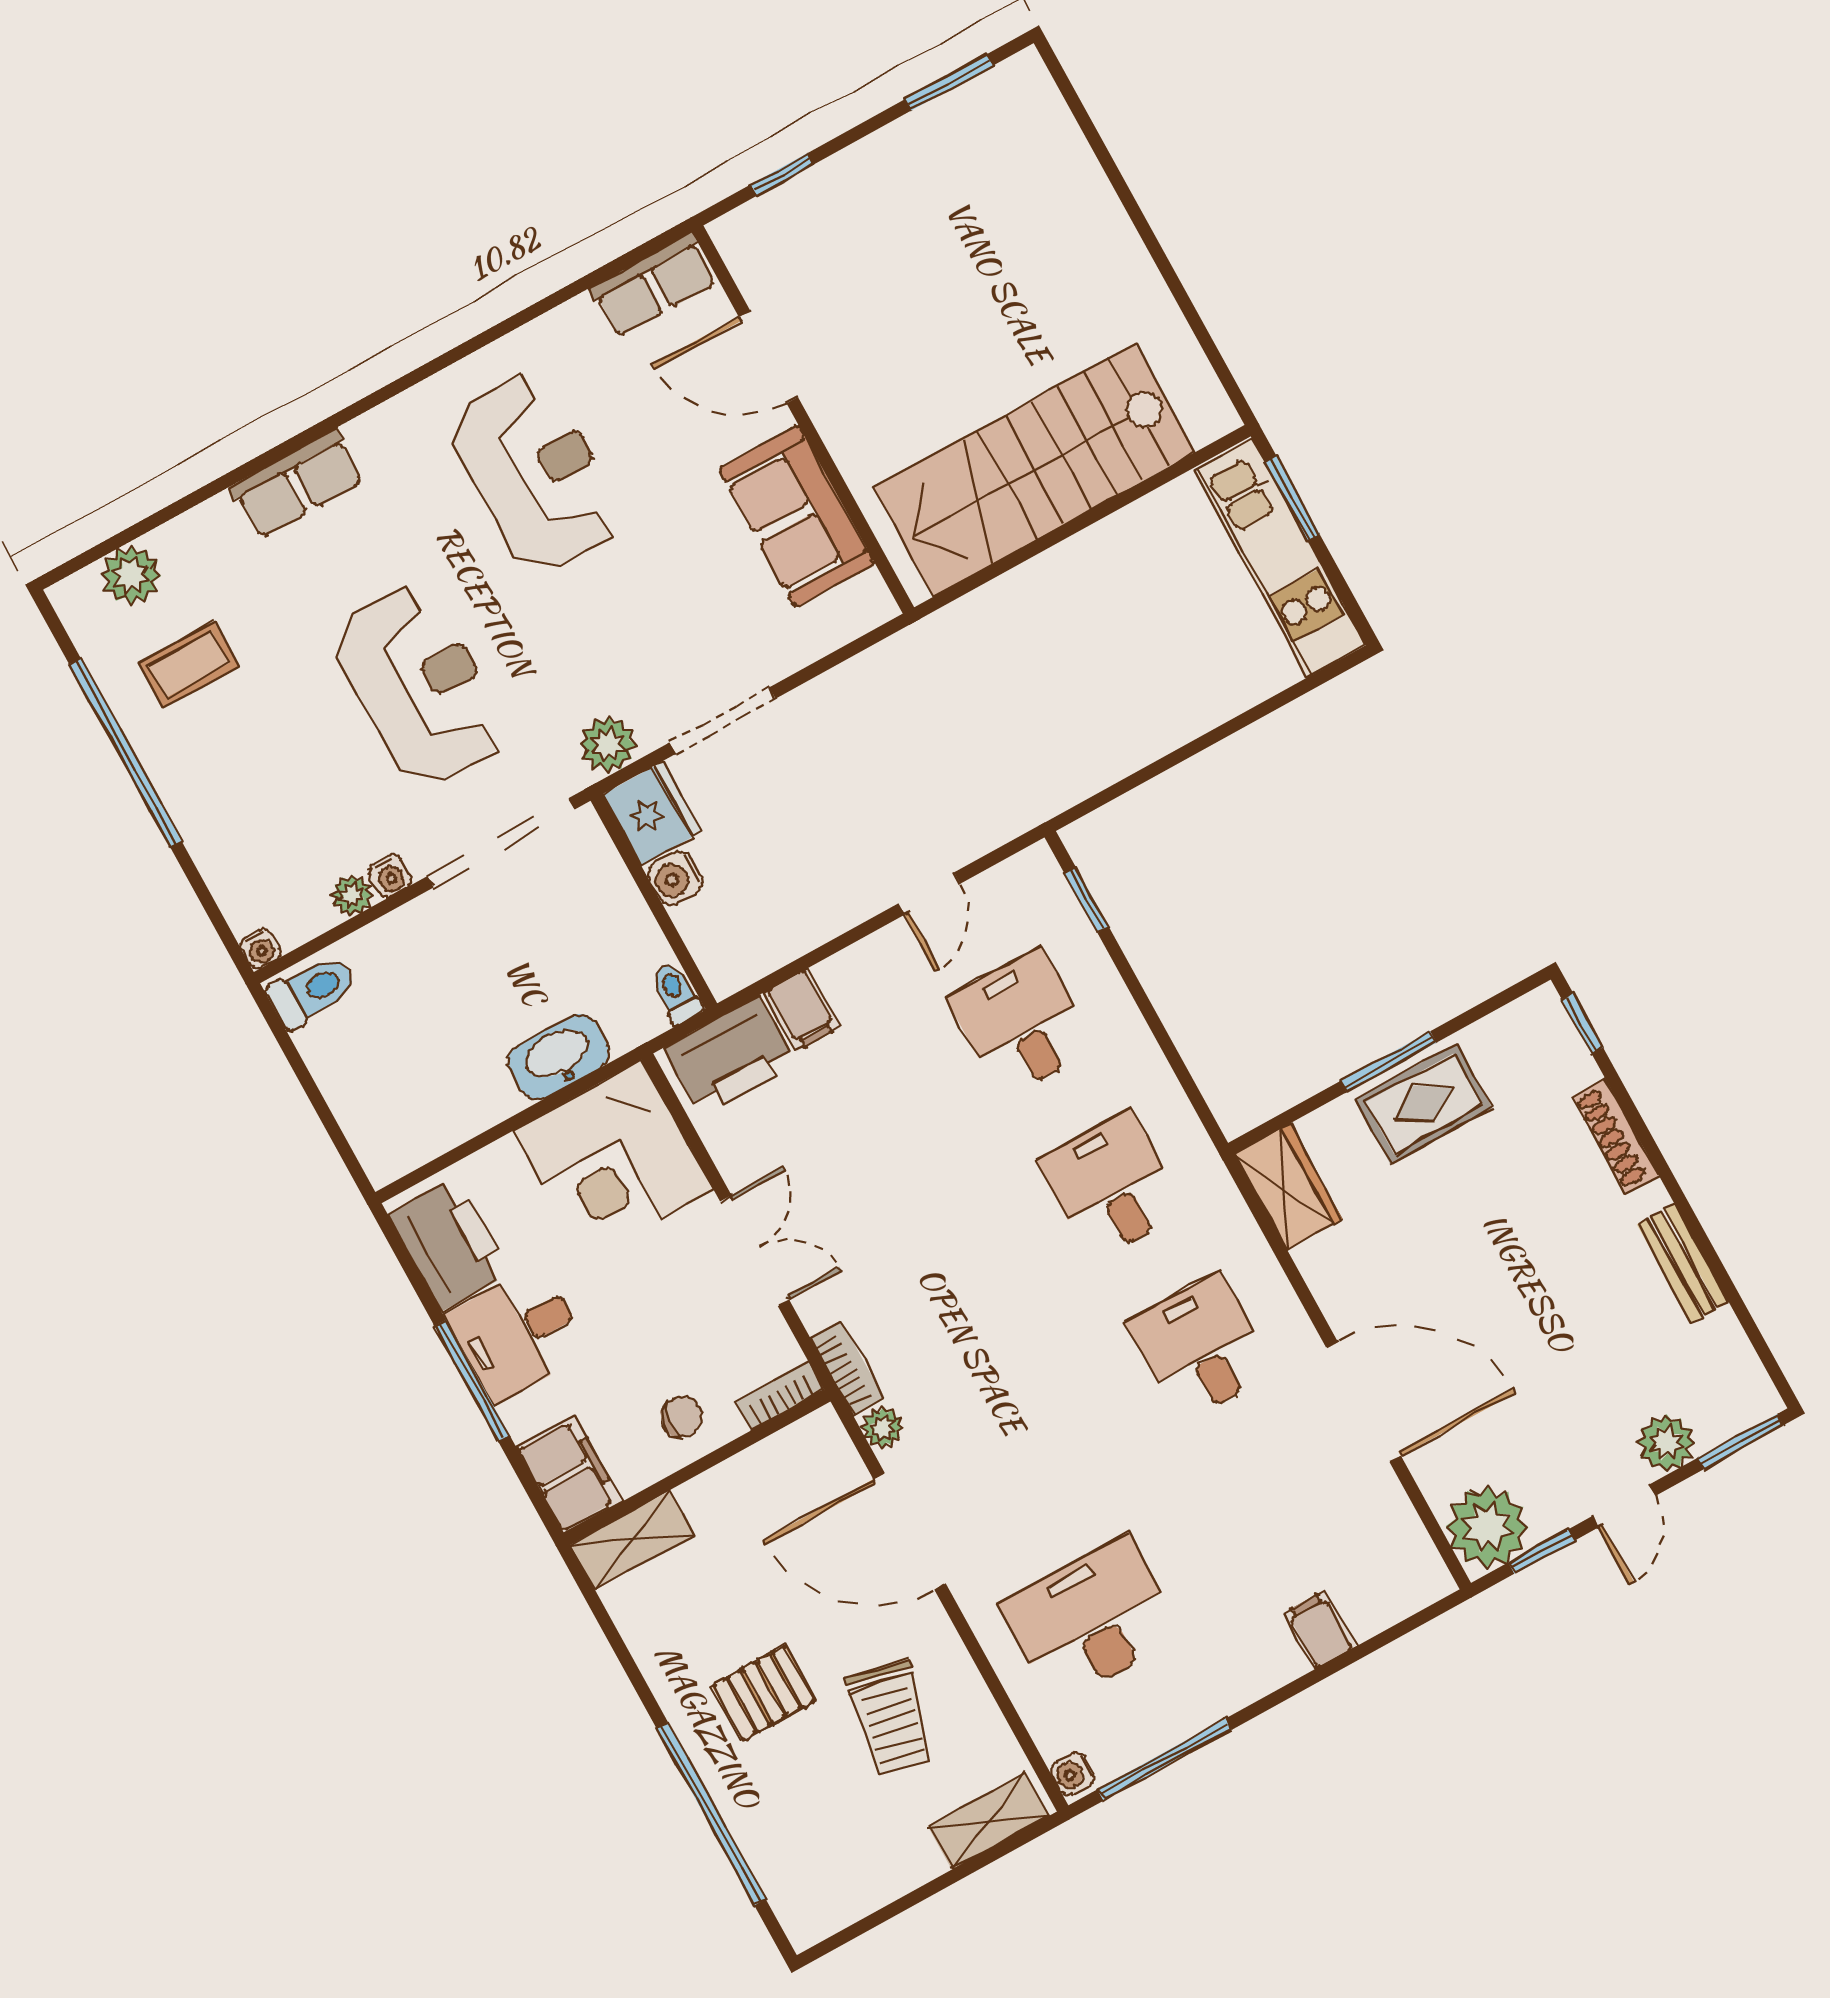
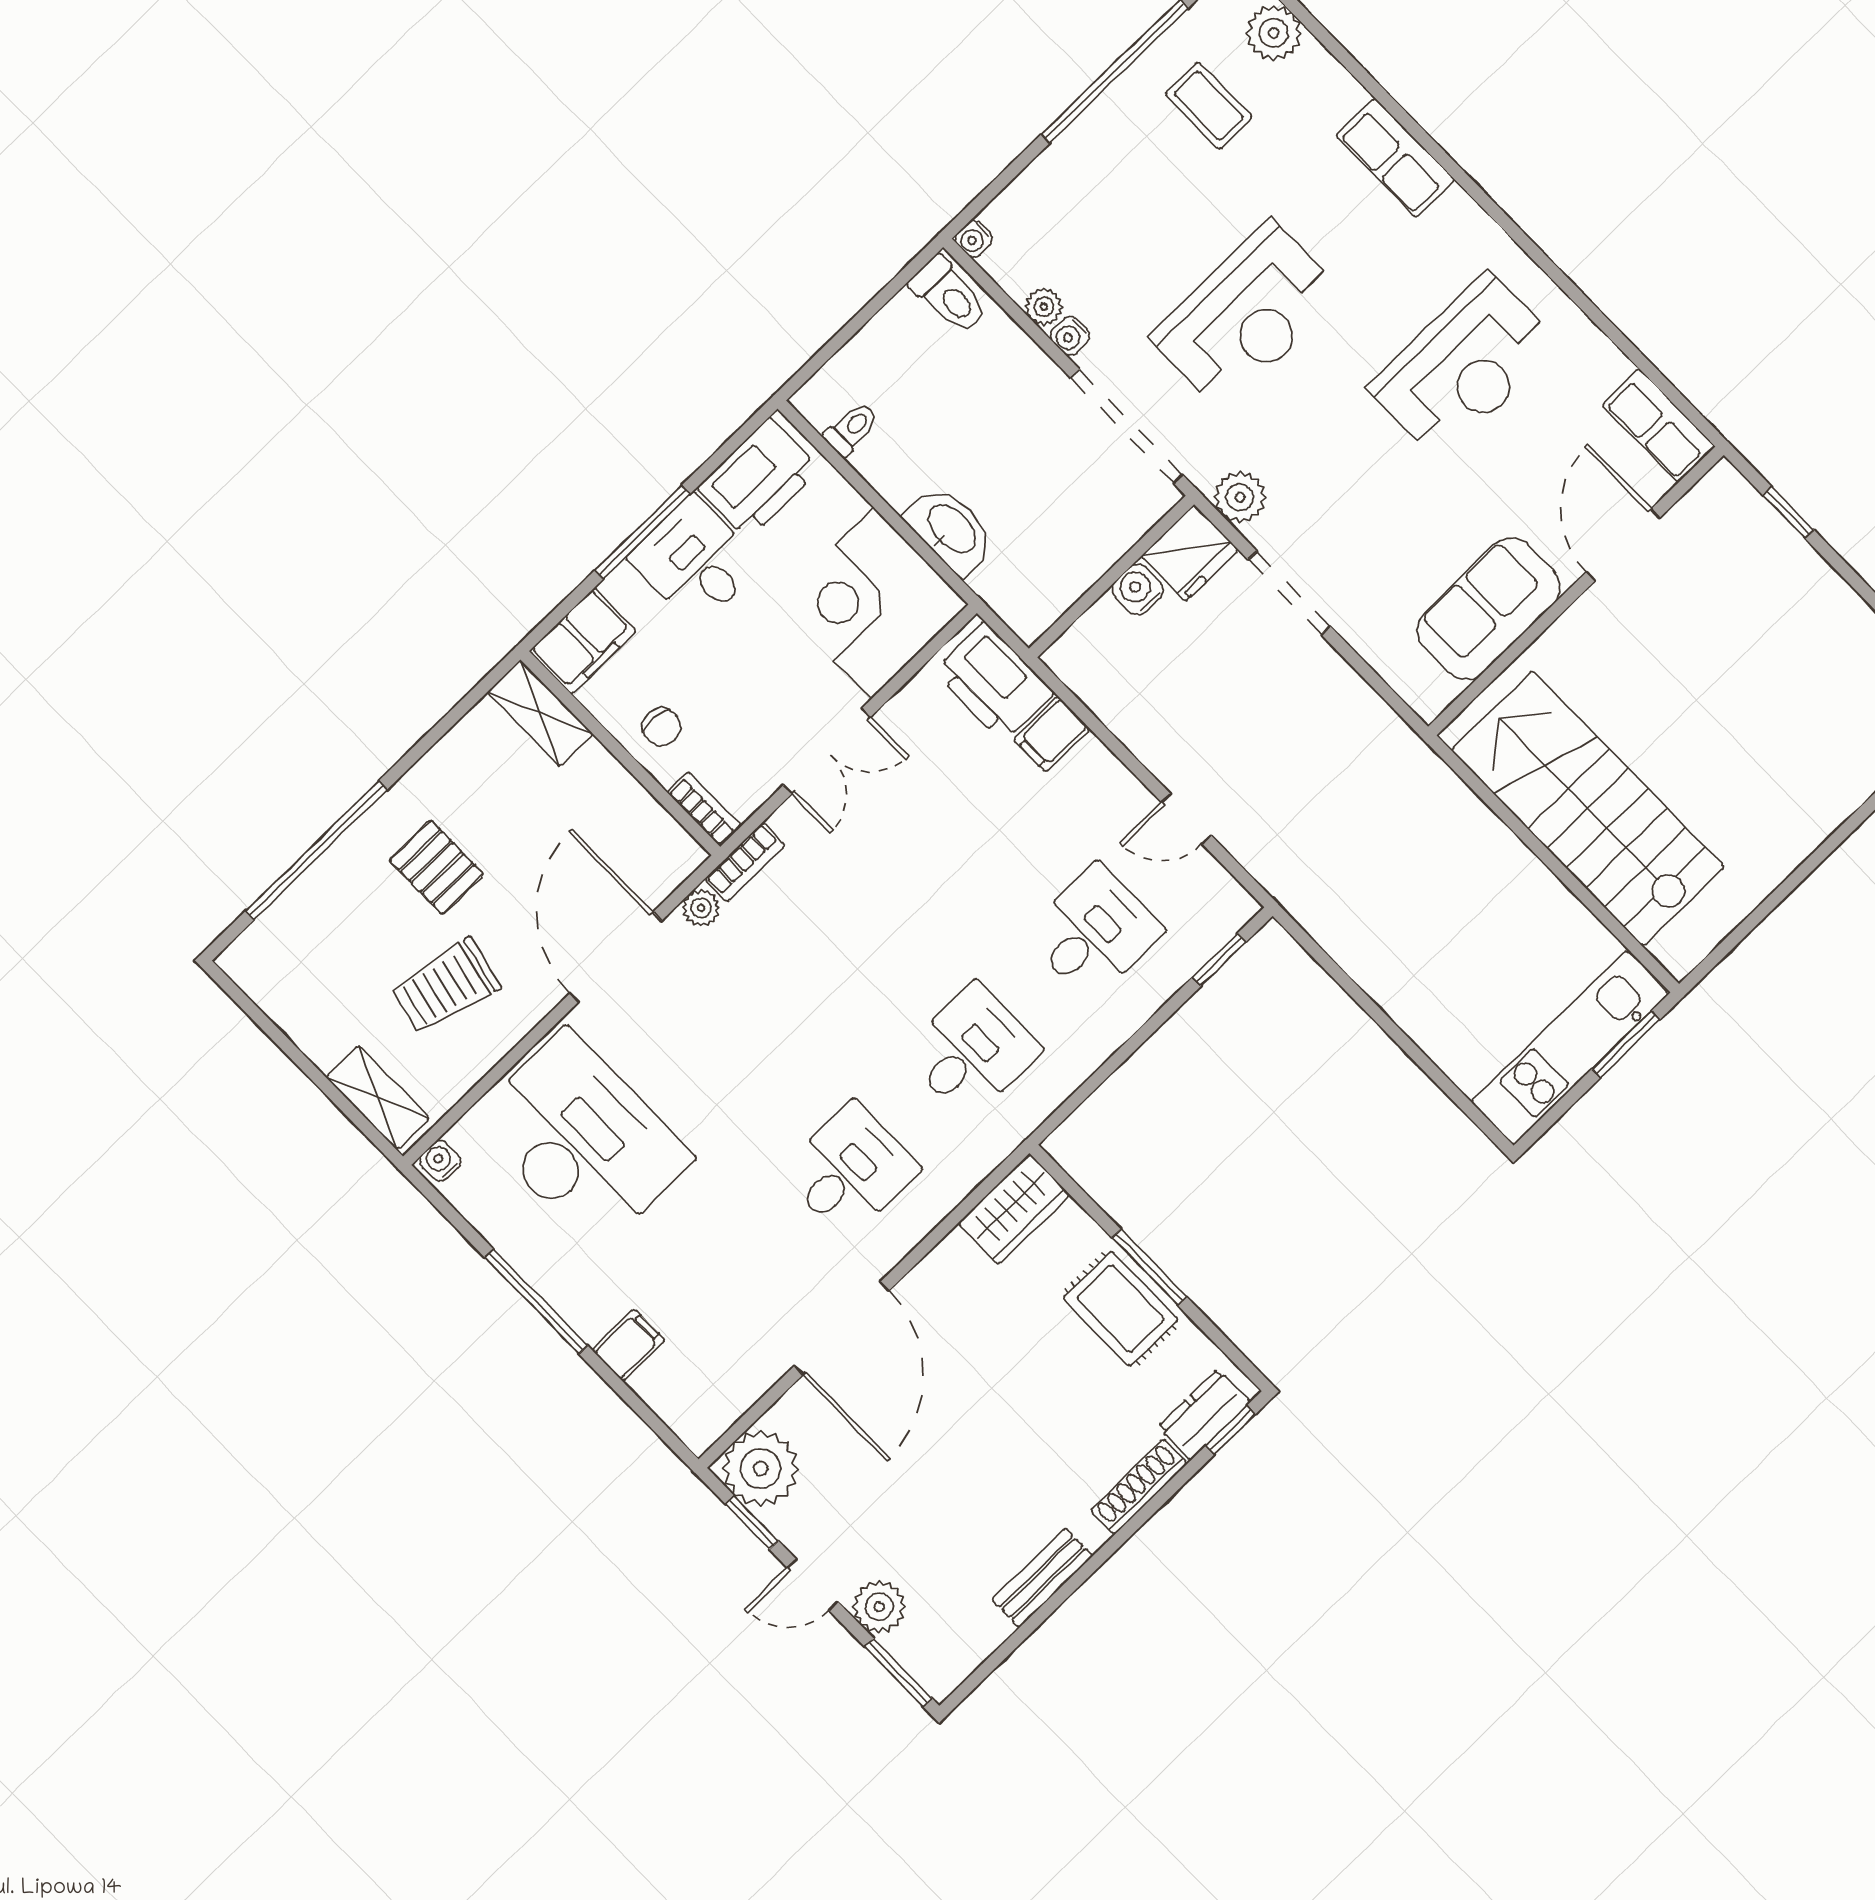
toilet: (676, 993) -> (852, 429), moved
dresser: (1558, 1047) -> (1204, 1414), added
desk: (1091, 1620) -> (582, 1140), width x1.36, depth x1.30
window: (1165, 1760) -> (536, 1302), moved

